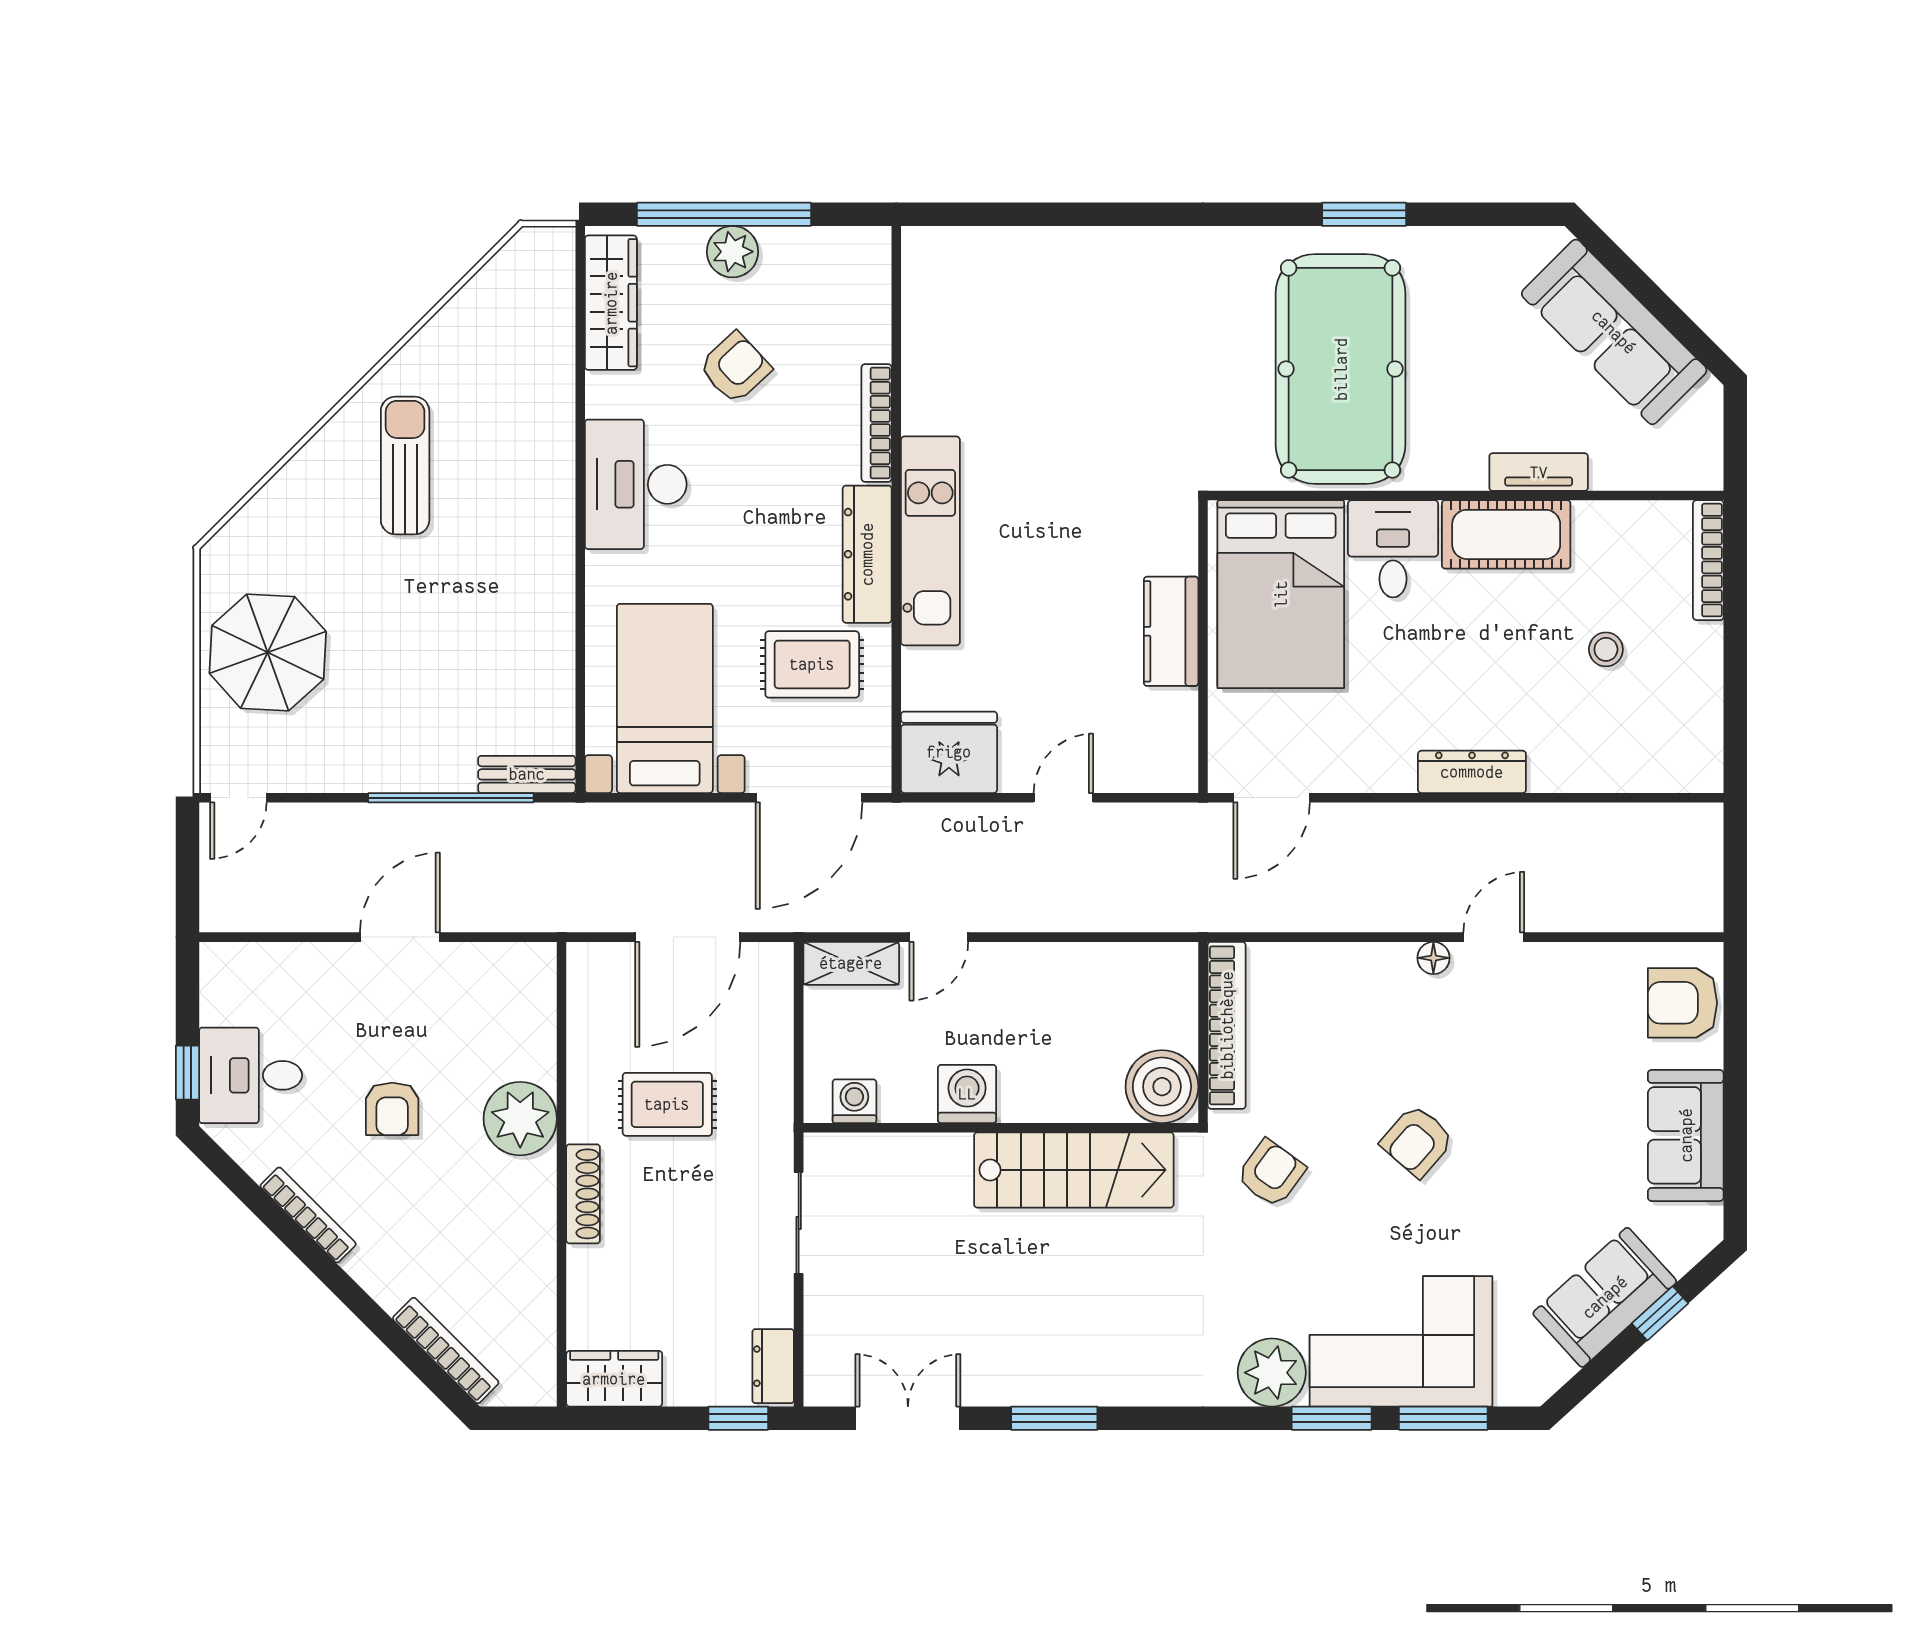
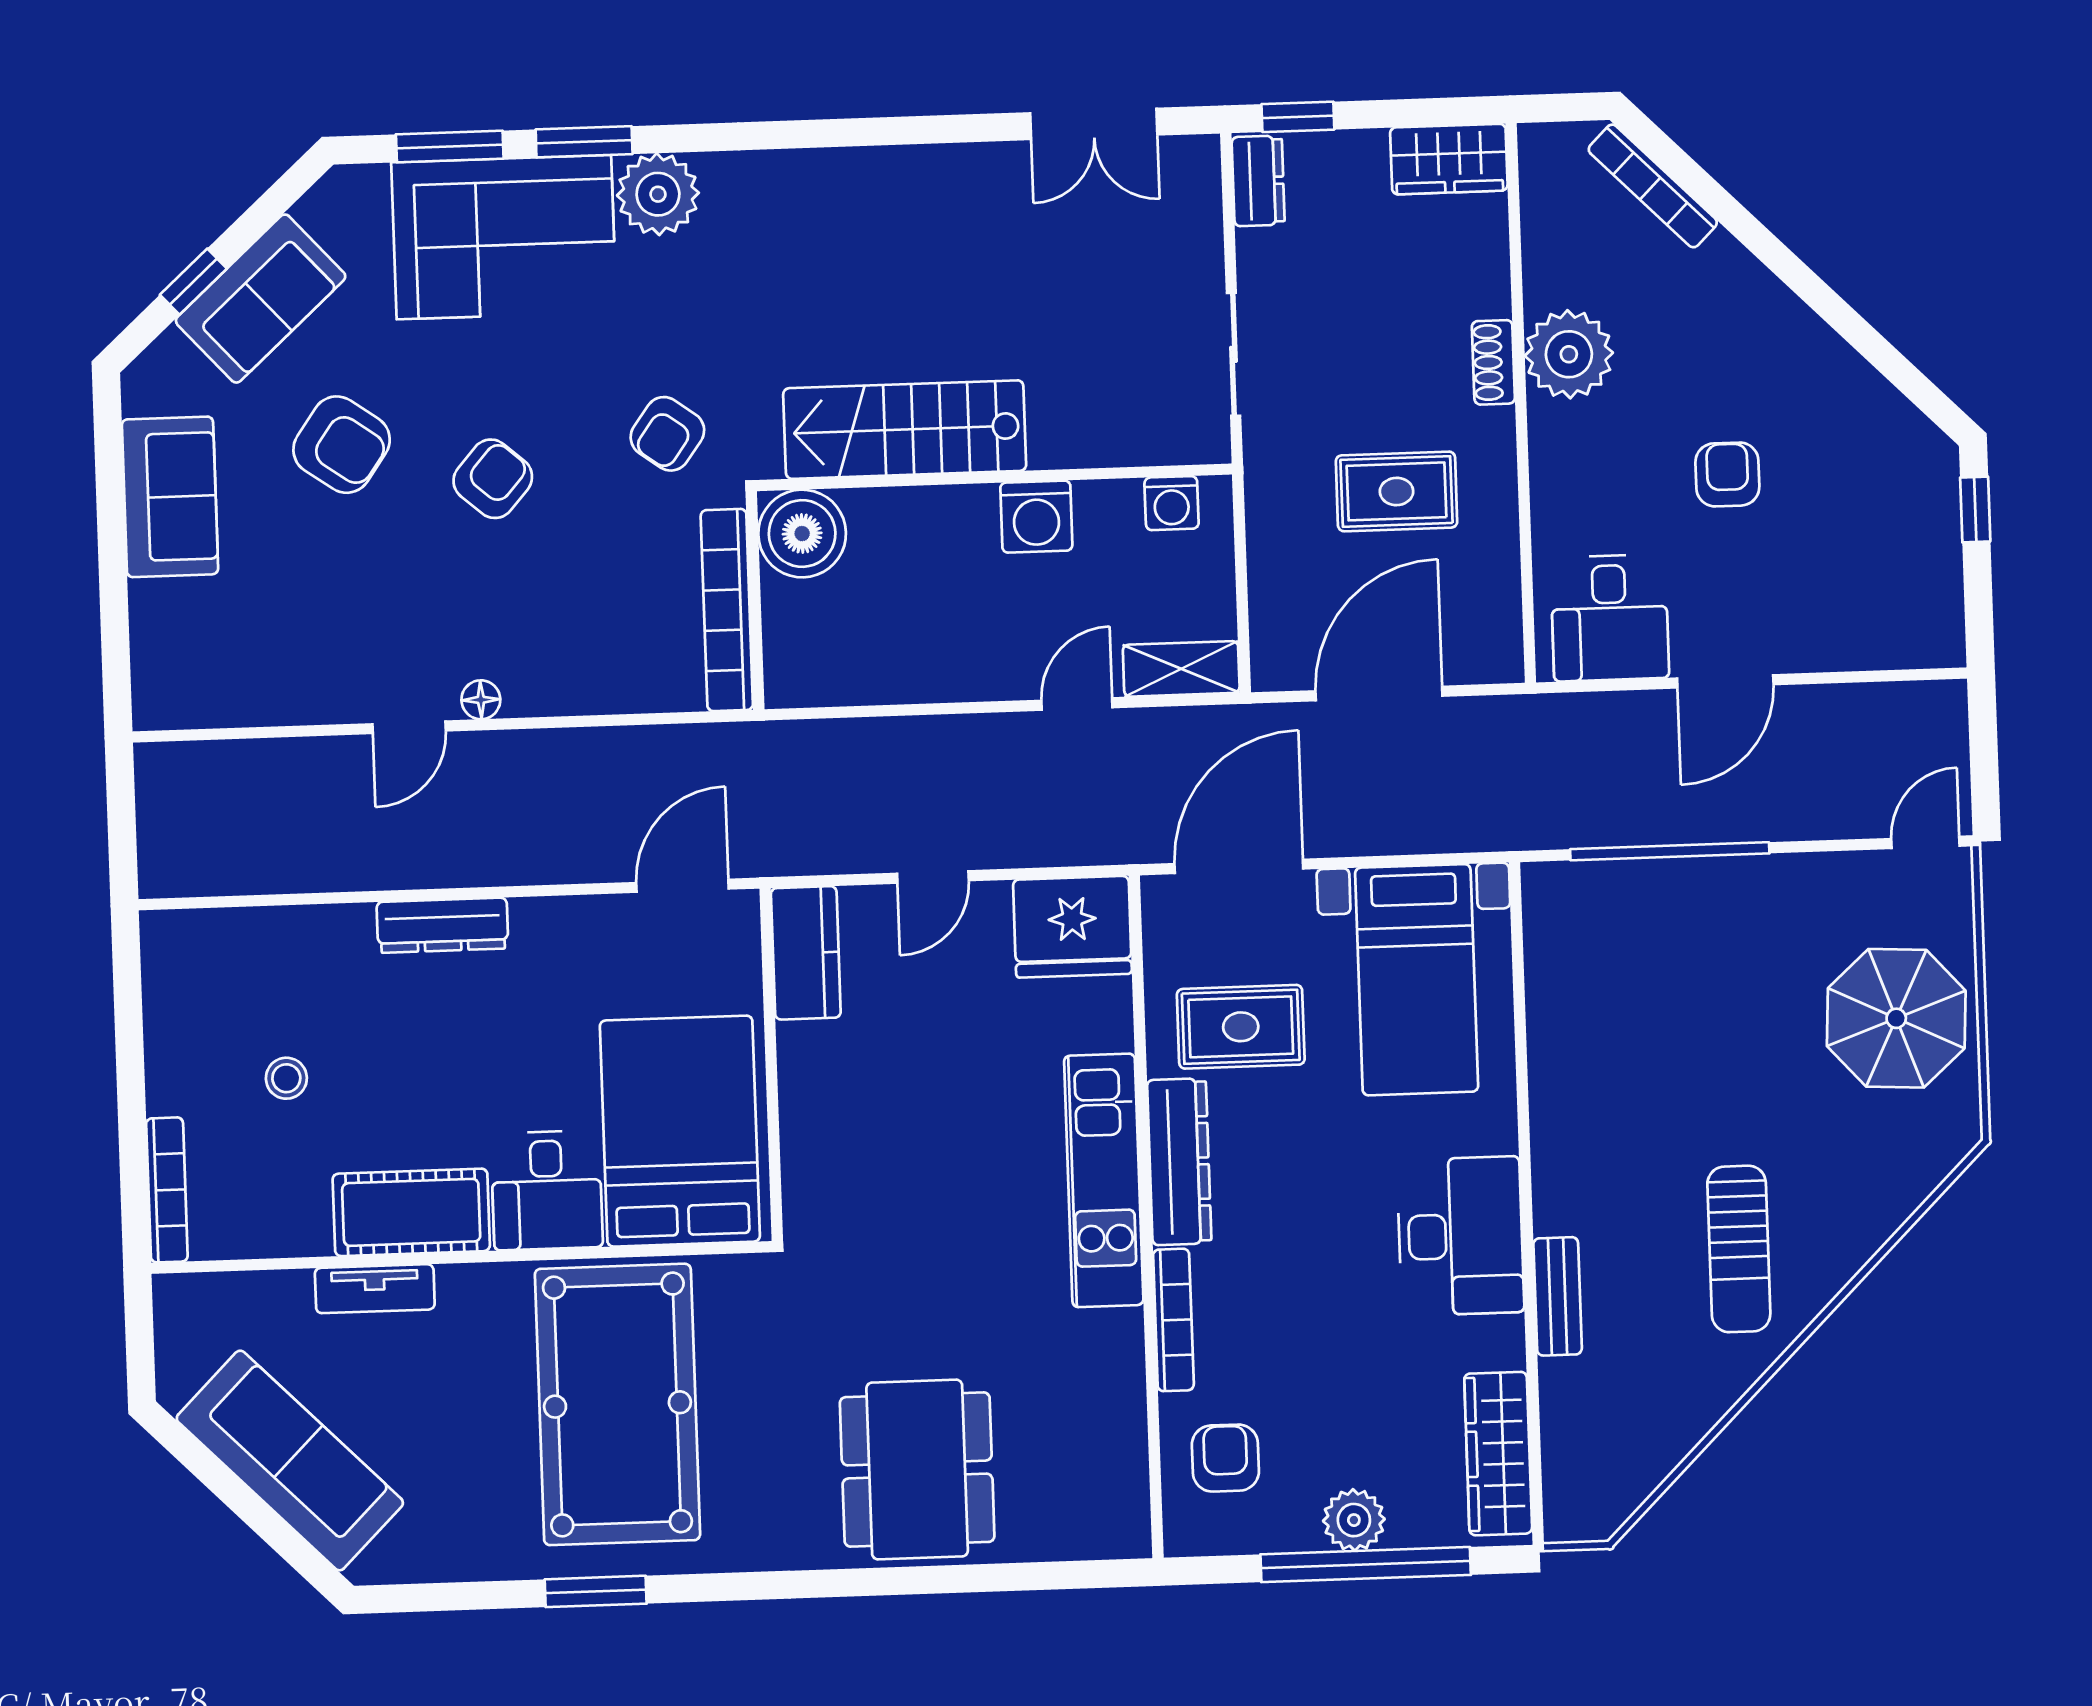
dining table: (1094, 306) -> (917, 1470), added
armchair: (735, 368) -> (1225, 1458), moved, turned 133
kitchen counter: (1171, 631) -> (806, 953), moved
bench: (527, 774) -> (1558, 1296), moved, turned 90
armchair: (1683, 1003) -> (342, 445), moved, turned 35
desk: (251, 1075) -> (1610, 618), moved, turned 90
plant: (520, 1119) -> (1569, 354), moved
shoe rack: (583, 1194) -> (1493, 362), width x0.70
bookcase: (308, 1215) -> (1824, 343), removed
window: (1054, 1418) -> (918, 130), removed

